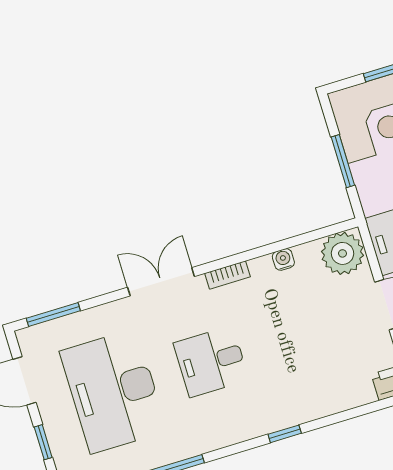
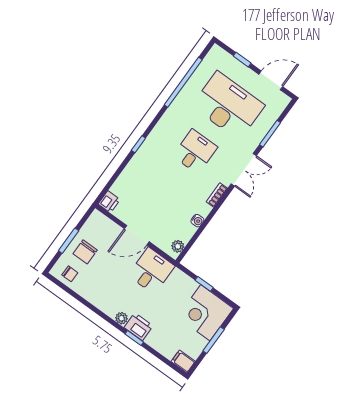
window: (343, 161) -> (204, 284), width x0.67
plant: (342, 253) -> (178, 246), width x0.53, depth x0.53
window: (53, 315) -> (270, 134), moved

